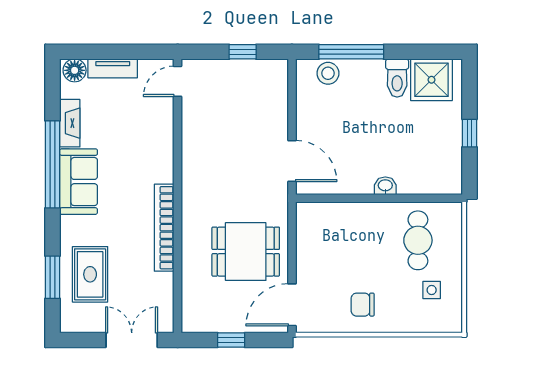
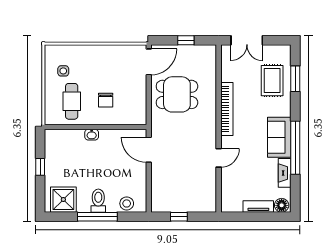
window: (351, 52) -> (97, 217), moved
toilet: (397, 78) -> (98, 201), moved
door: (178, 81) -> (219, 158), moved
chair: (363, 305) -> (106, 100), moved, turned 90

